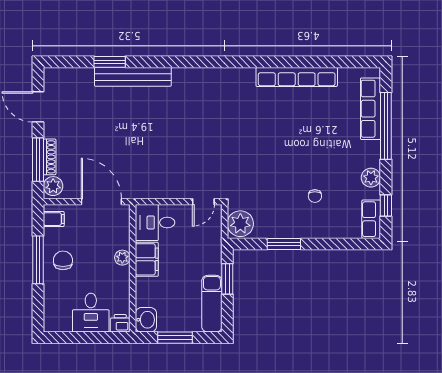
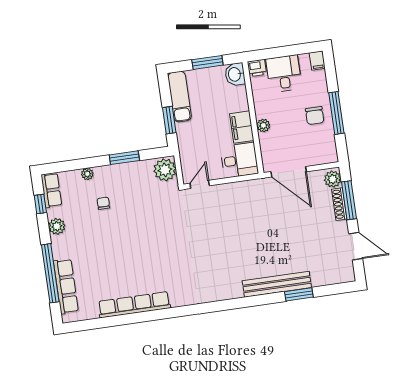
filing cabinet: (54, 219) -> (317, 61), moved, turned -90
plant: (328, 232) -> (87, 174), added

